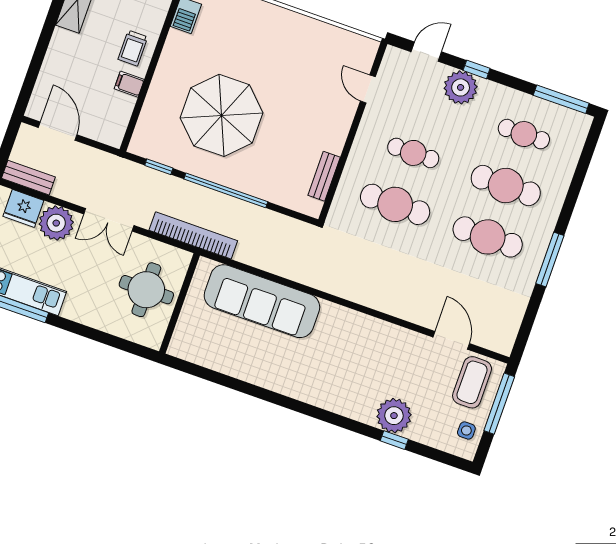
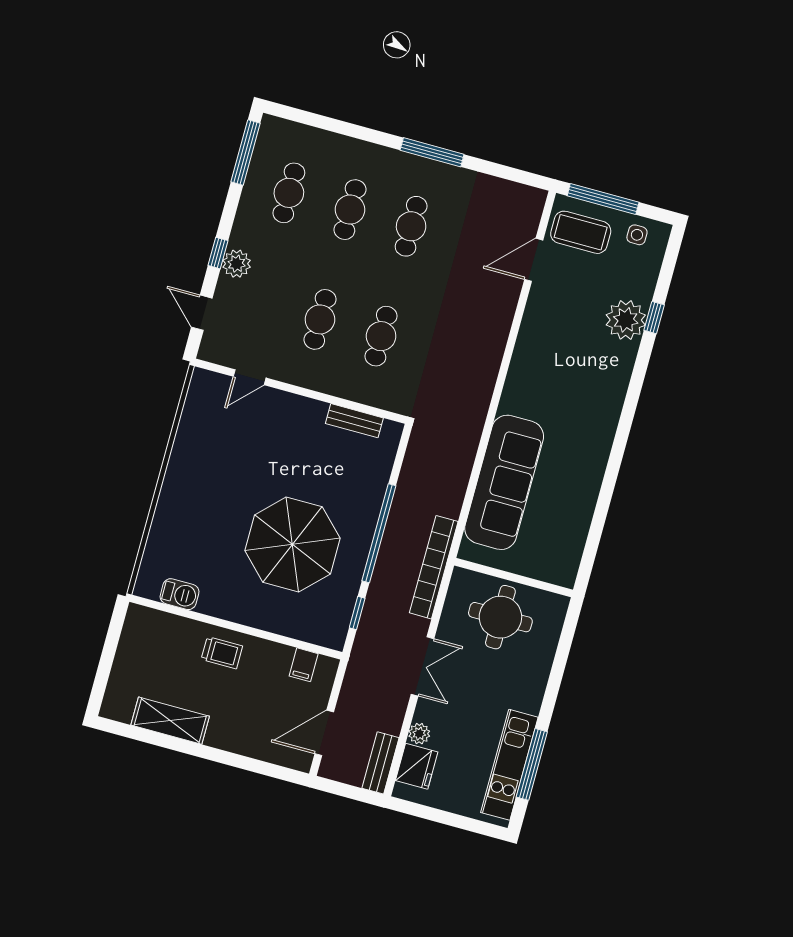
filing cabinet: (129, 84) -> (304, 665), moved
plant: (461, 87) -> (237, 264), width x0.73, depth x0.73
cafe table: (506, 185) -> (350, 210), width x0.73, depth x0.74
cafe table: (395, 204) -> (381, 336), width x0.73, depth x0.74
plant: (56, 223) -> (419, 734), width x0.53, depth x0.53
cafe table: (488, 237) -> (411, 226), width x0.73, depth x0.74

